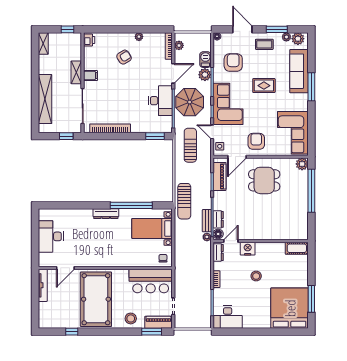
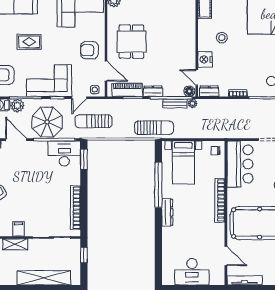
rug: (264, 86) -> (29, 42), turned 90
desk: (160, 101) -> (64, 154), moved
dresser: (218, 219) -> (153, 91), moved
bookcase: (117, 262) -> (220, 200), added
stool: (256, 276) -> (222, 38), moved

